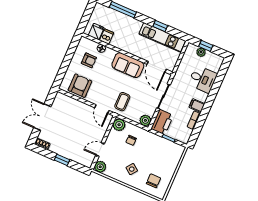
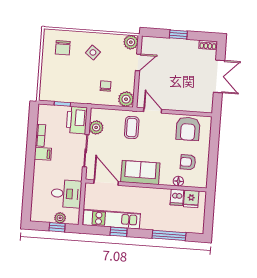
desk: (203, 79) -> (66, 194), moved, turned 180
plant: (145, 120) -> (96, 127), moved

